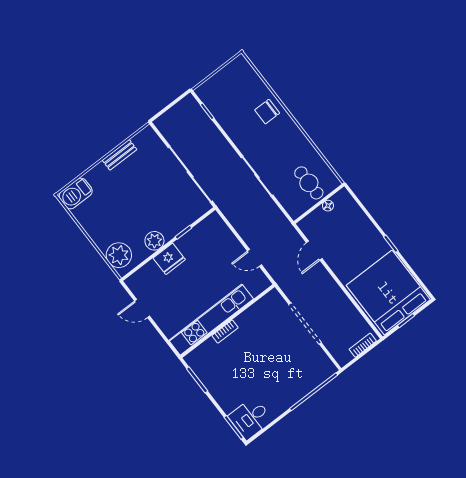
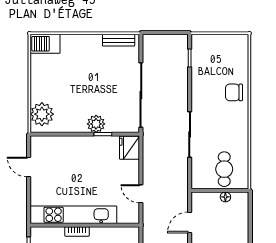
bench: (120, 155) -> (119, 40), moved
plant: (154, 241) -> (96, 124), moved
fridge: (169, 259) -> (129, 148), moved, turned 90

